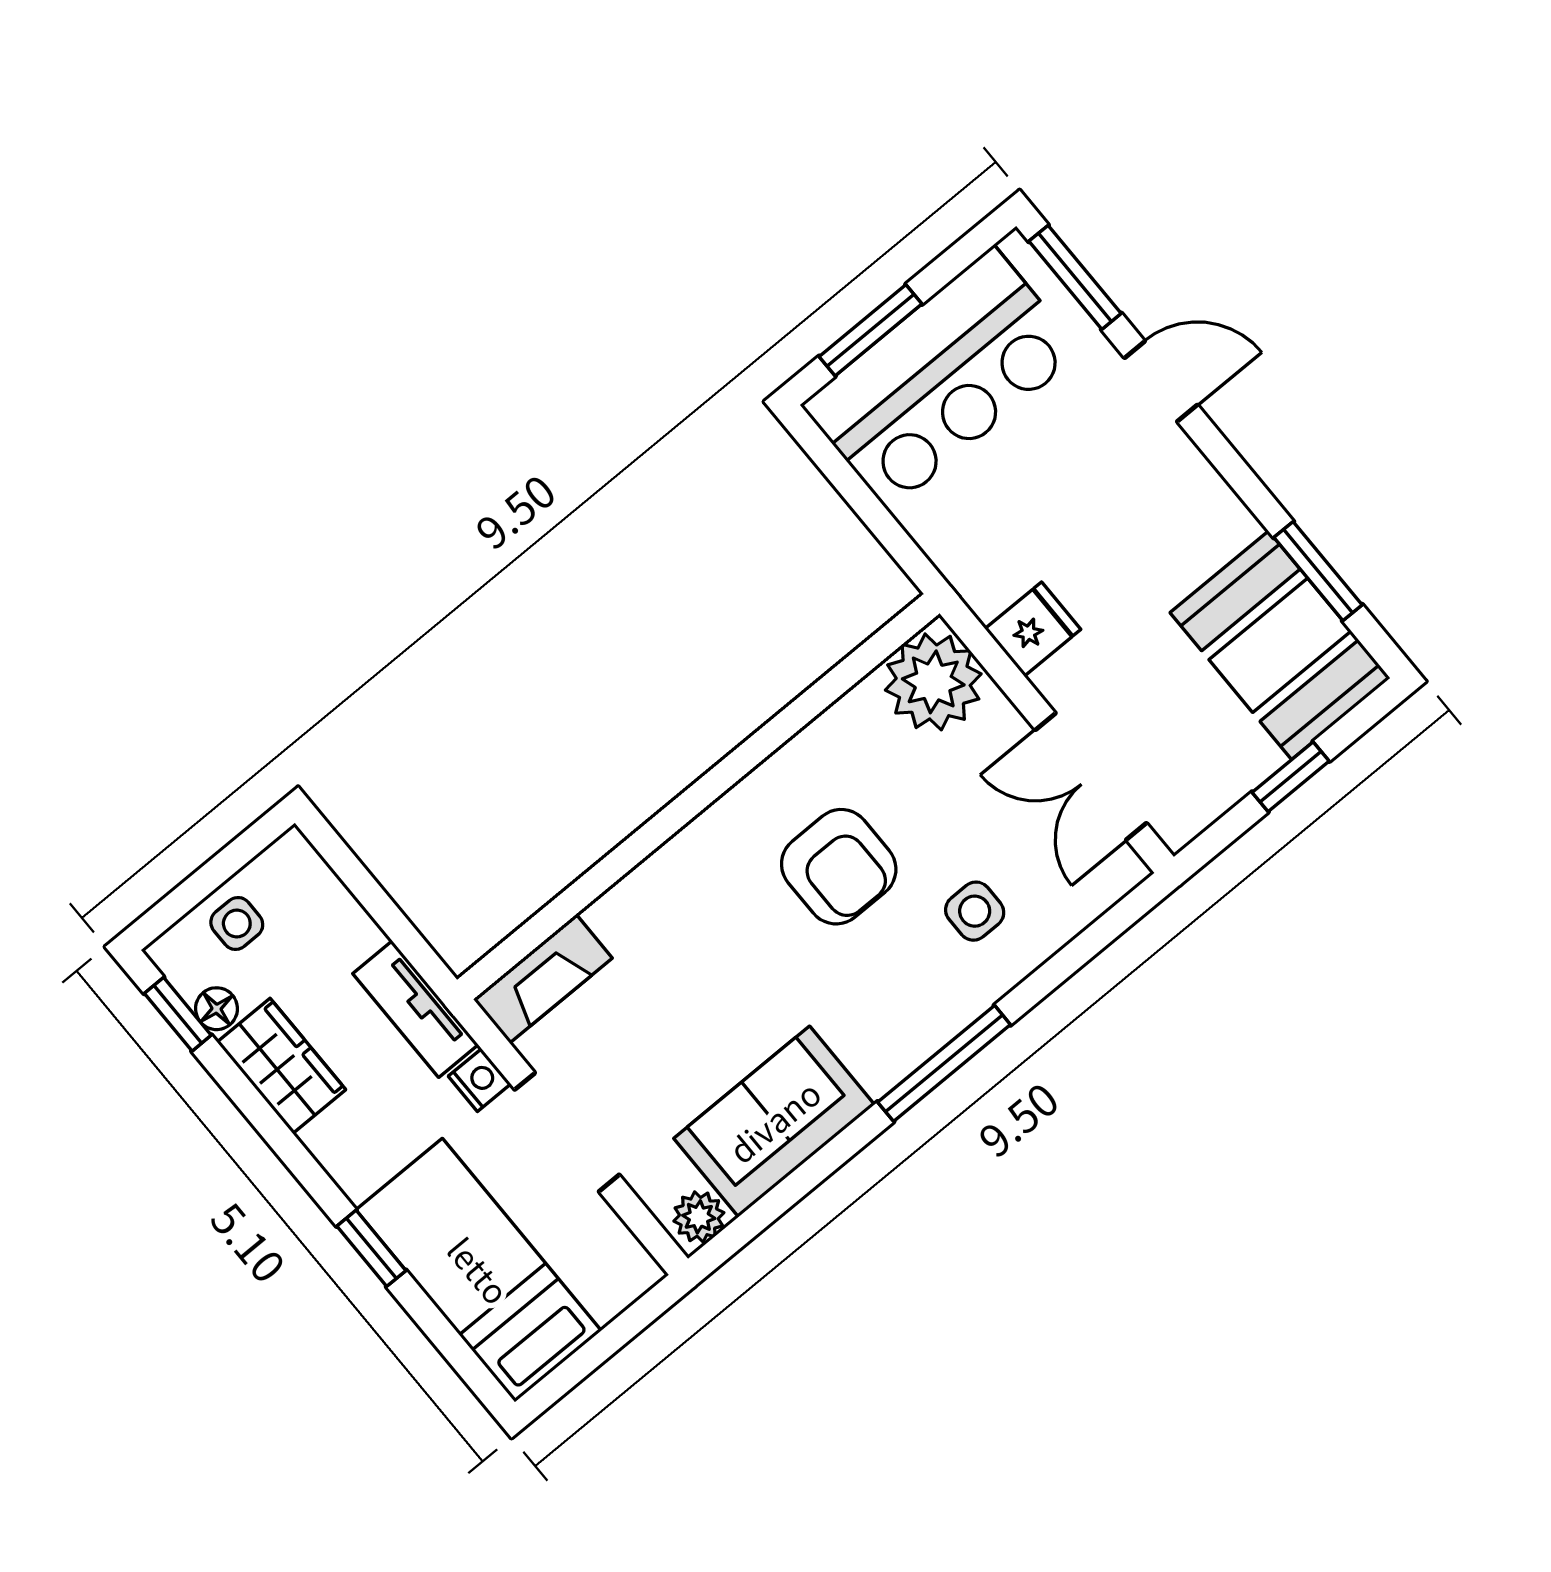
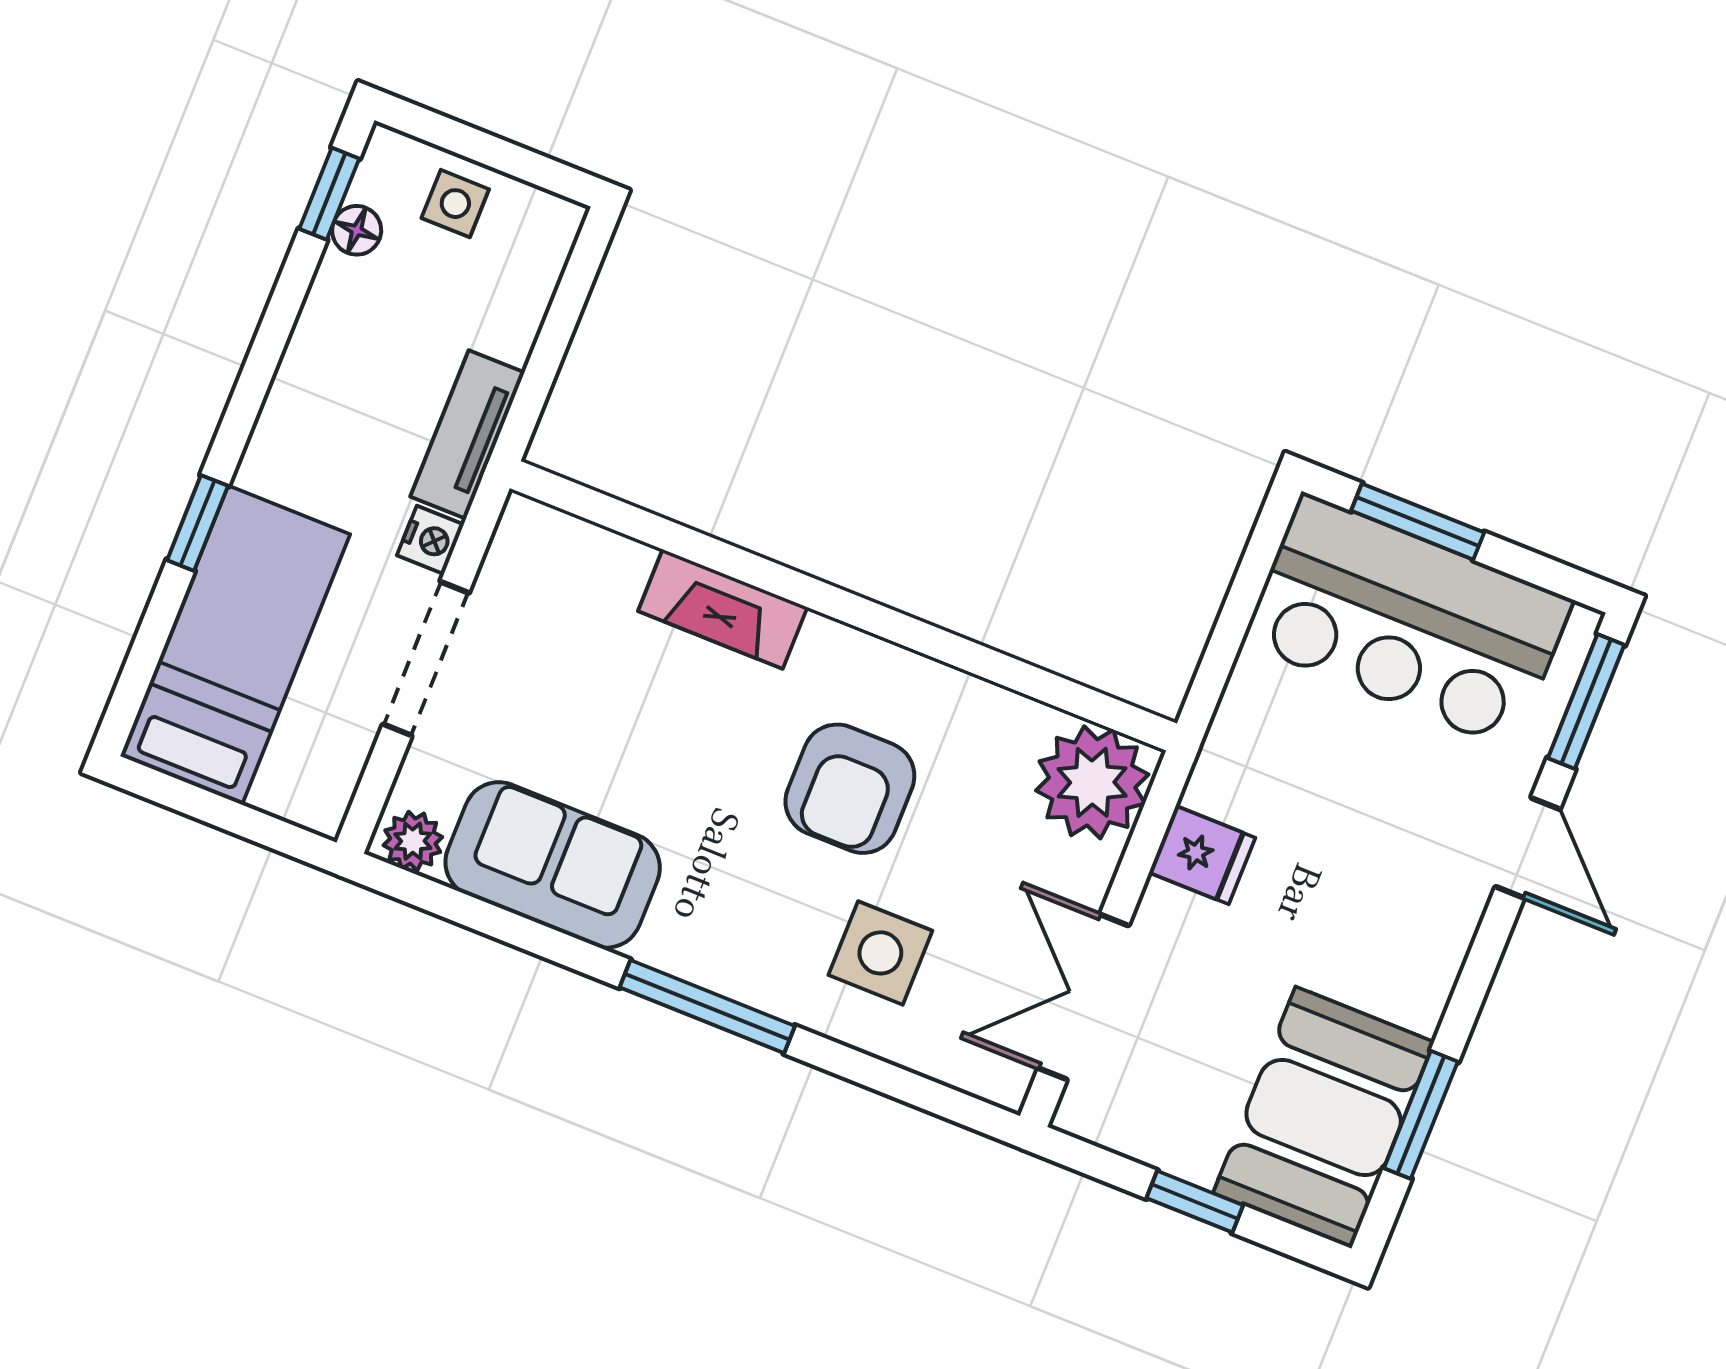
side table: (975, 911) -> (880, 953), width x1.37, depth x1.37
fireplace: (543, 979) -> (723, 609), moved
wardrobe: (281, 1066) -> (334, 329), removed

